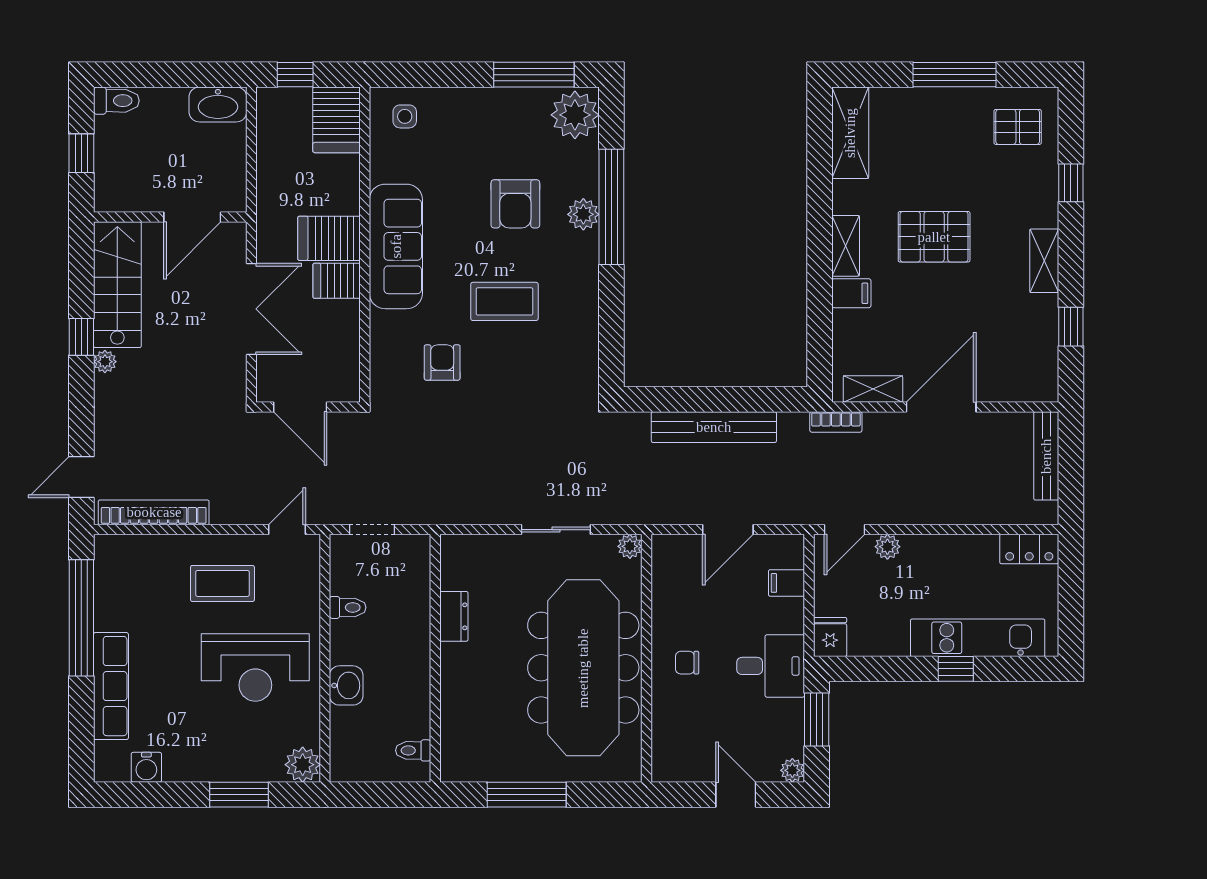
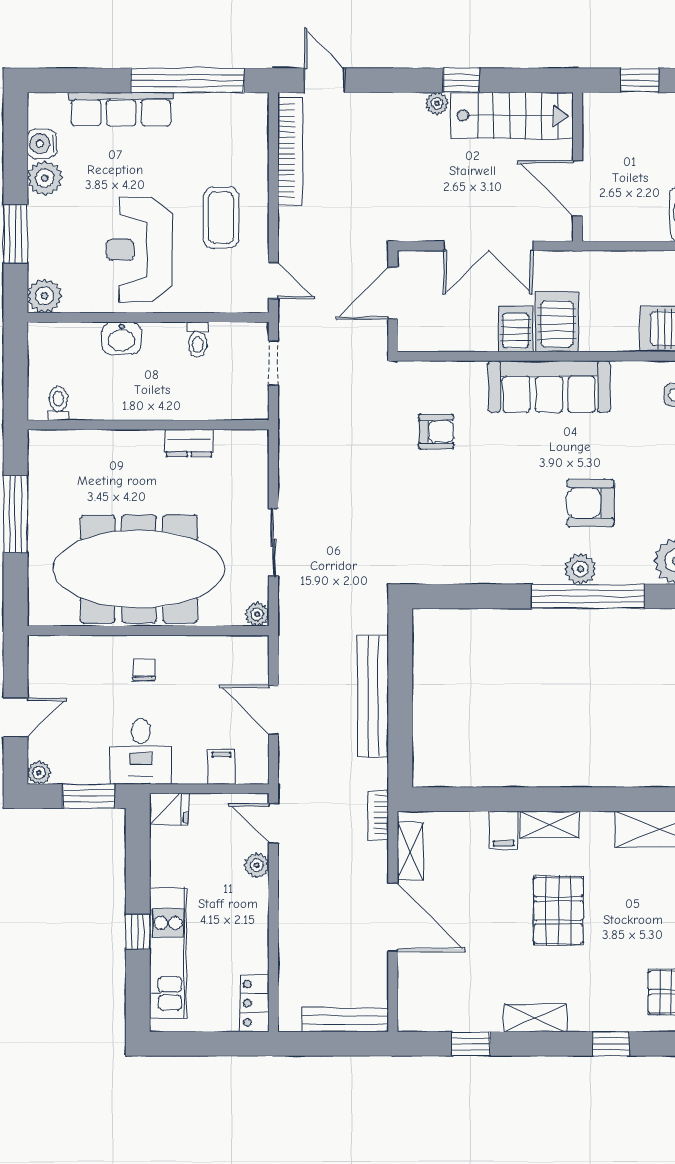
coffee table: (504, 301) -> (496, 492), removed
plant: (182, 764) -> (45, 178), added

